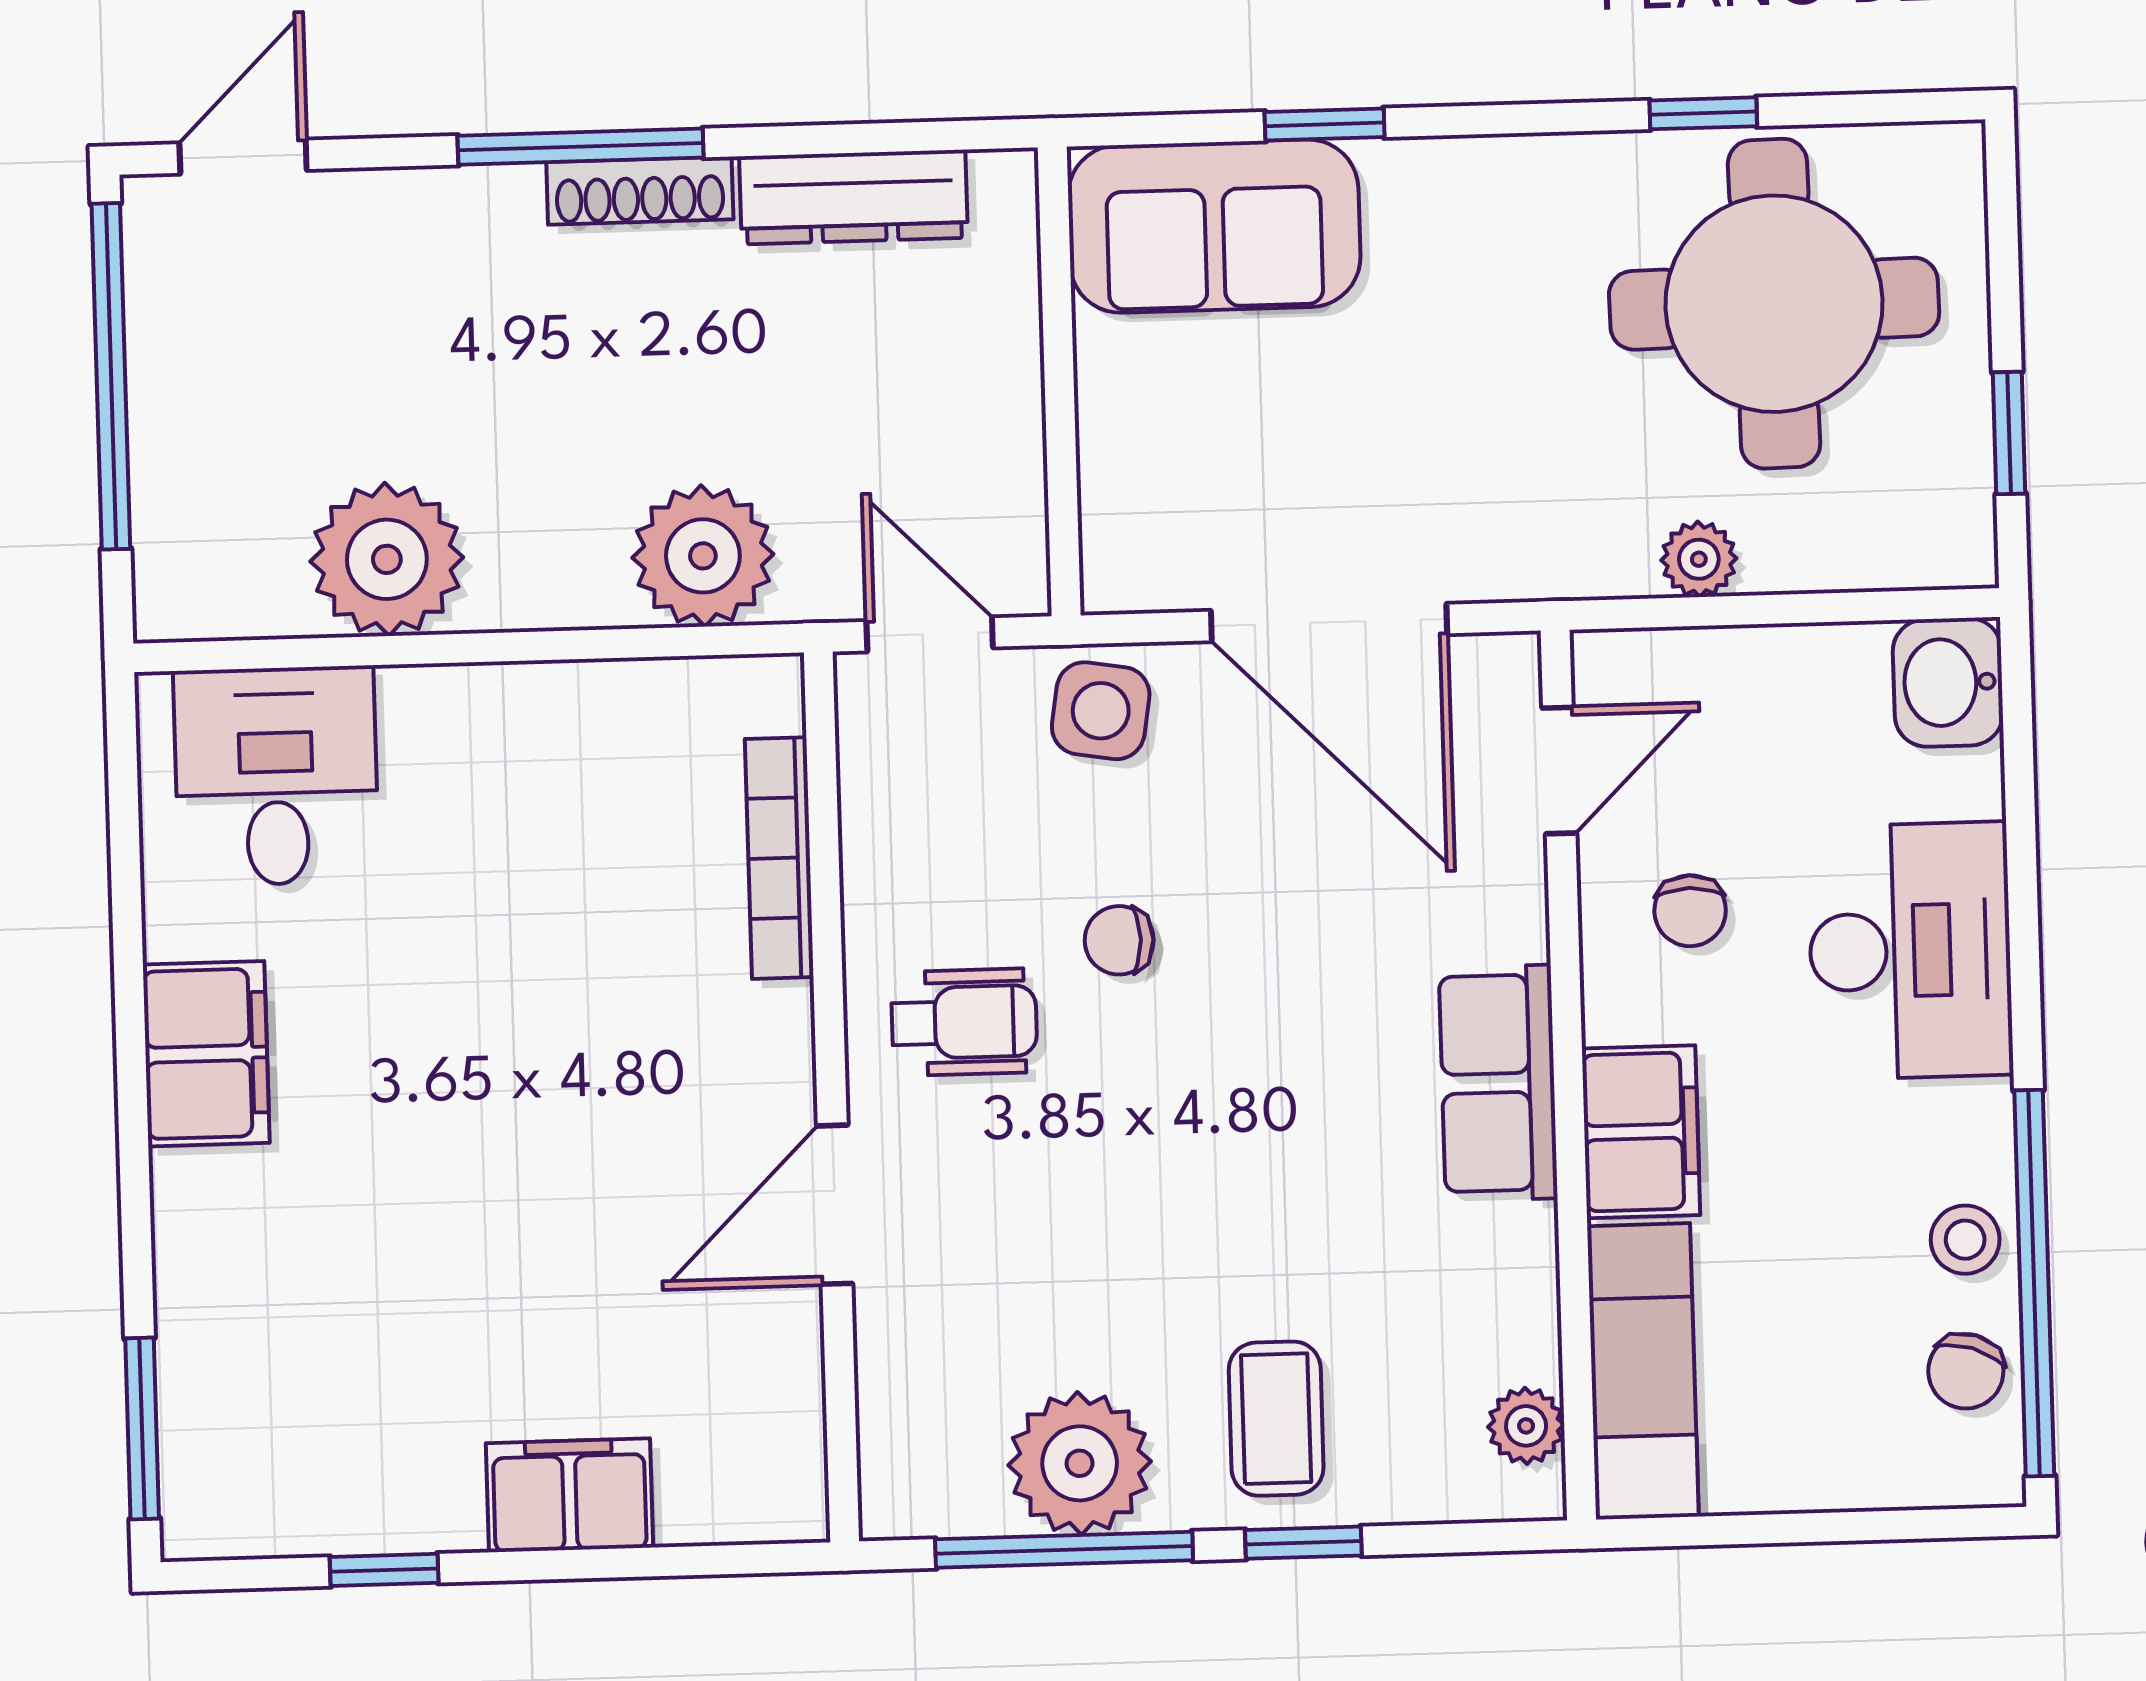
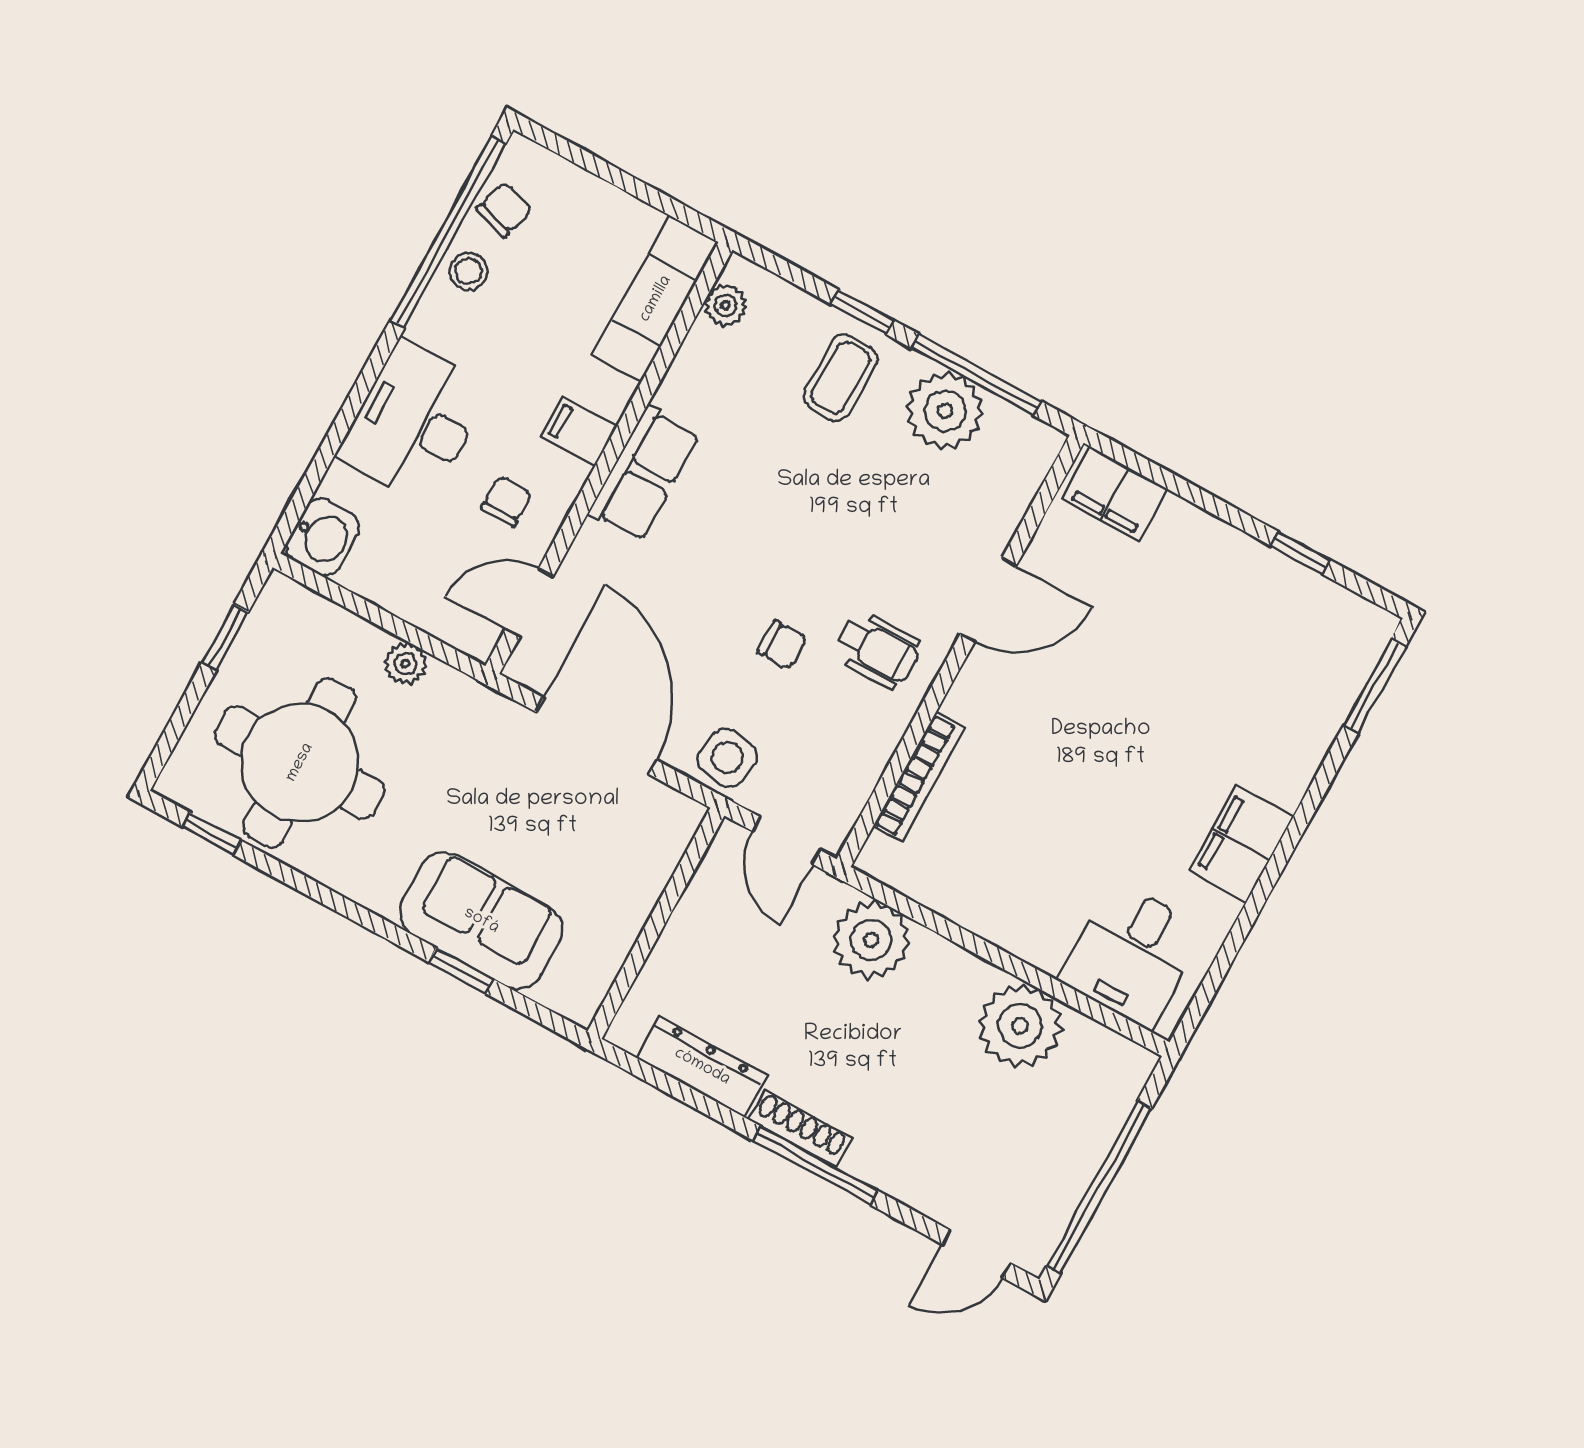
window: (1703, 113) -> (212, 834), moved
sofa: (1214, 226) -> (481, 921), moved
wheelchair: (964, 1022) -> (877, 649), turned 180
filing cabinet: (1641, 1132) -> (579, 432), width x0.50
filing cabinet: (570, 1495) -> (1115, 494), moved

